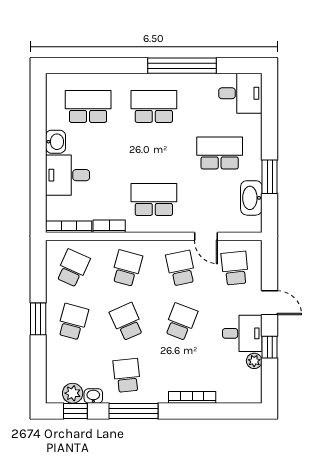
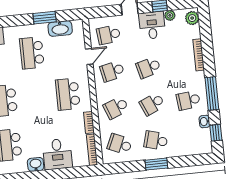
school desk: (127, 268) -> (116, 108), turned -36
school desk: (181, 322) -> (148, 68), turned -36
plant: (73, 393) -> (192, 18), moved

